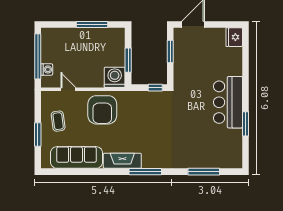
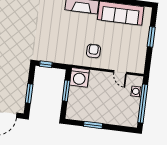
window: (92, 25) -> (93, 125), width x0.69
armchair: (102, 110) -> (93, 51), width x0.53, depth x0.53
coffee table: (58, 121) -> (132, 46), removed

